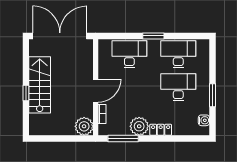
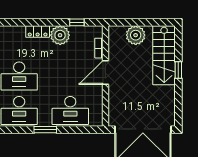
stairs: (40, 85) -> (164, 55), moved
plant: (84, 126) -> (136, 35), moved
window: (123, 139) -> (77, 22), width x0.46

